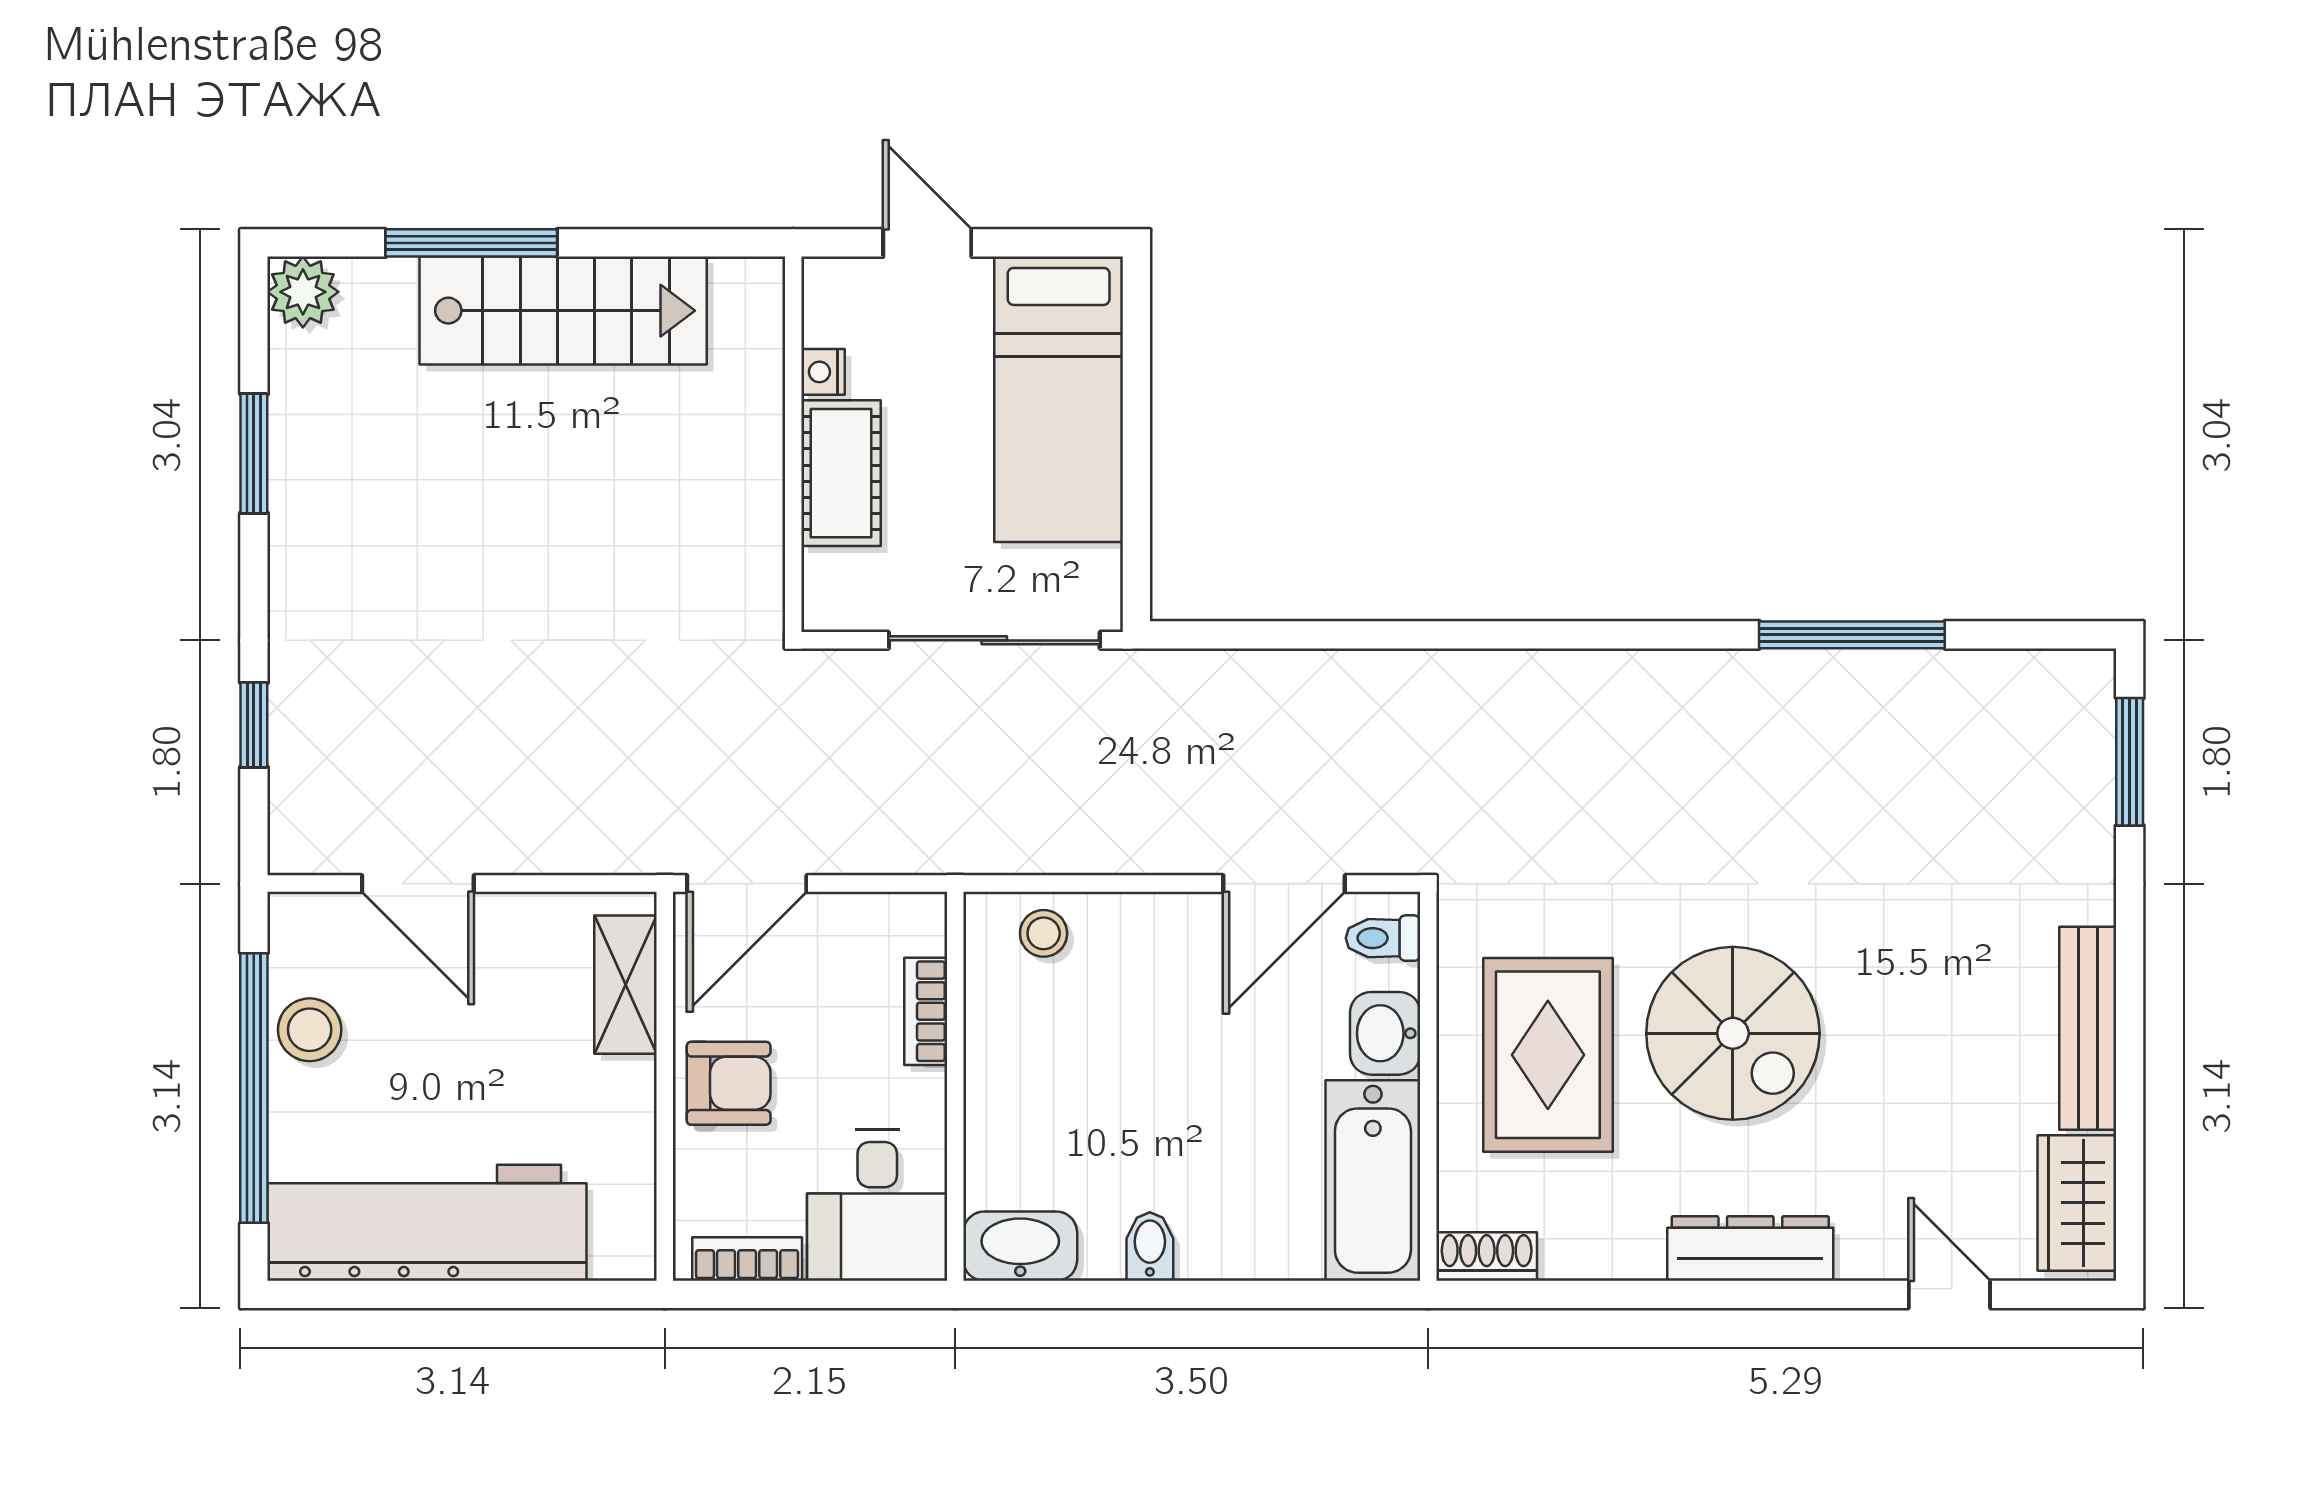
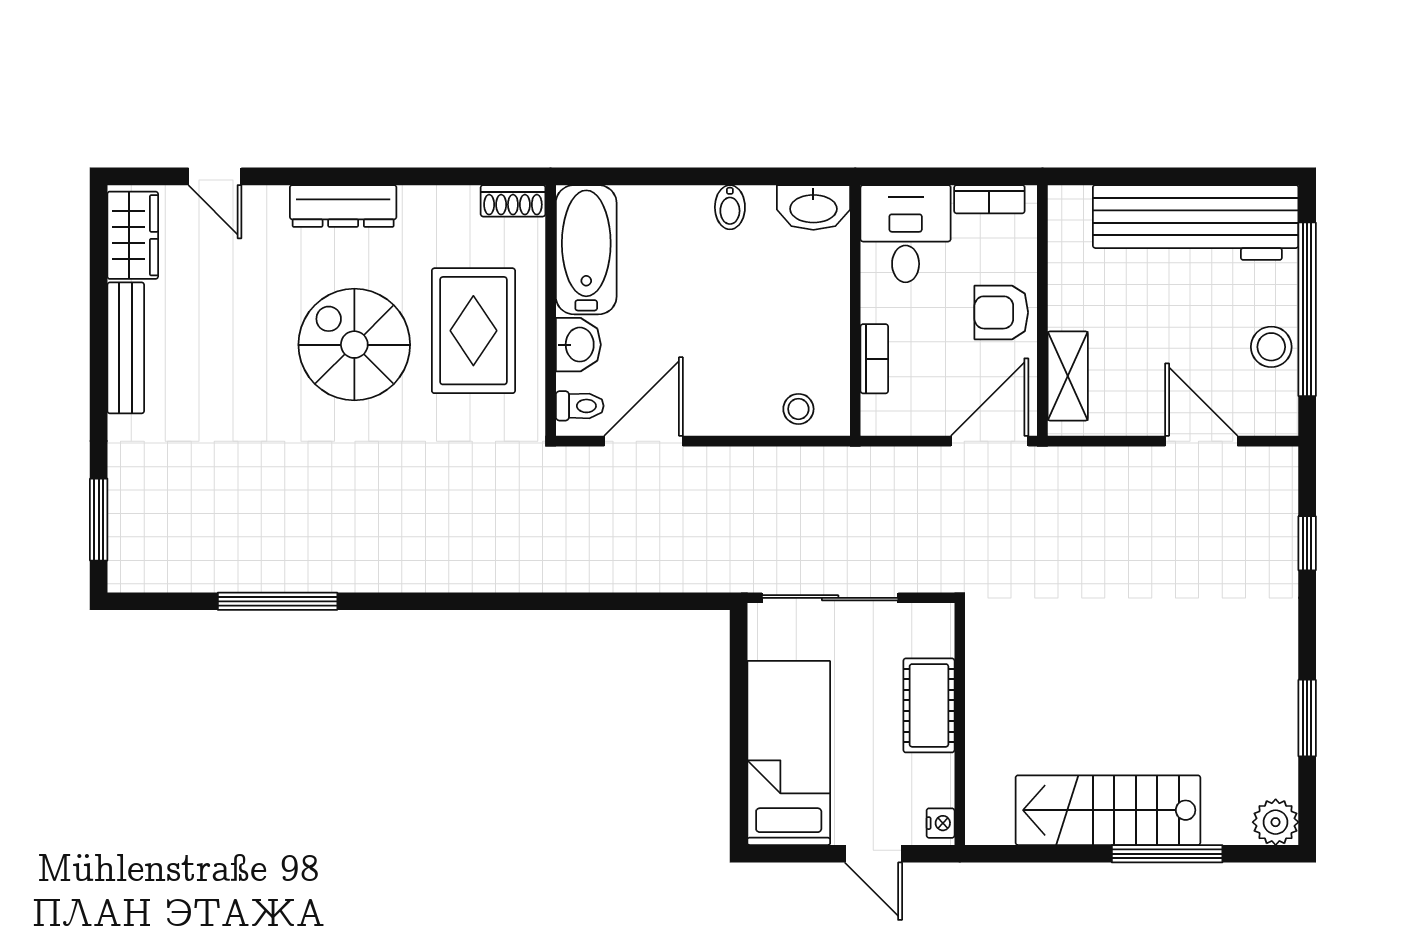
nightstand: (823, 372) -> (941, 823), moved

